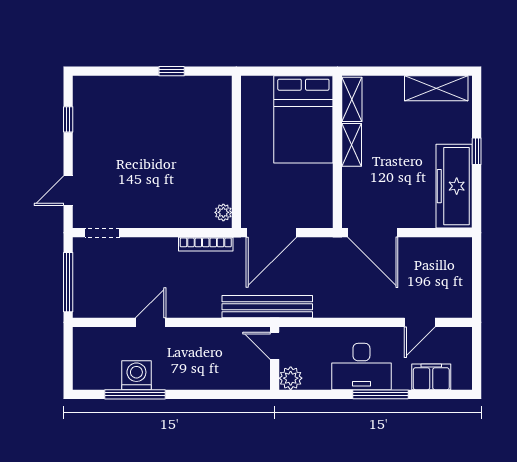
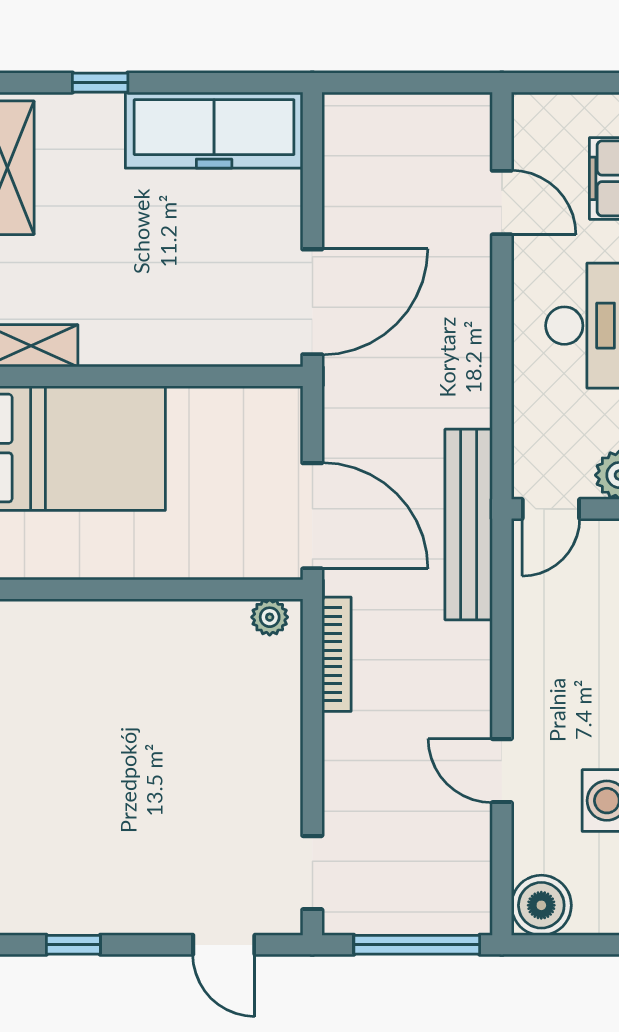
shelving: (352, 145) -> (127, 346), removed
window: (477, 151) -> (100, 83), moved
boiler: (87, 341) -> (541, 905), added

